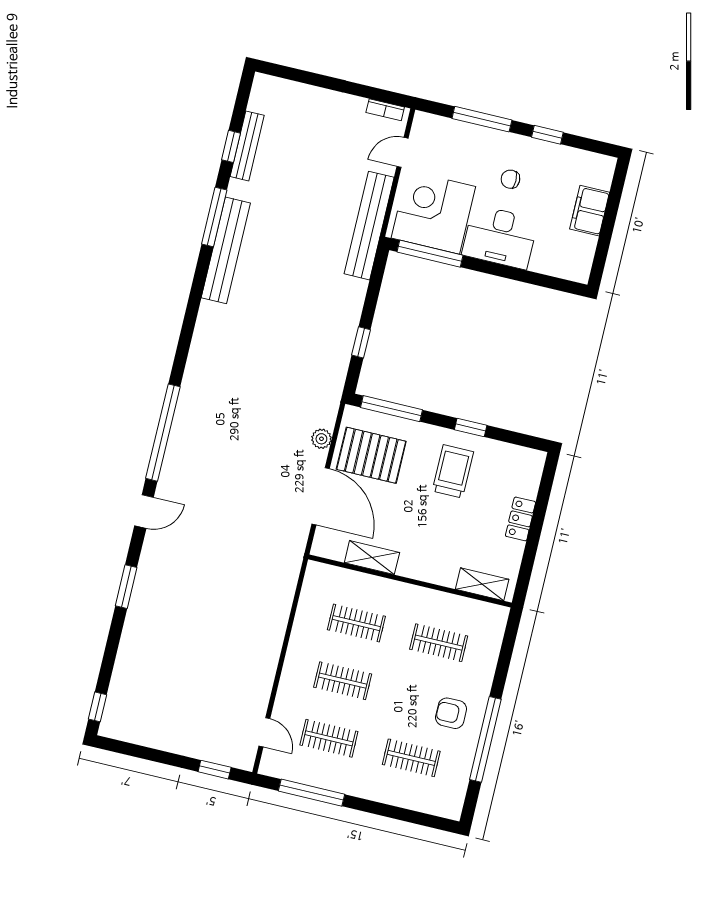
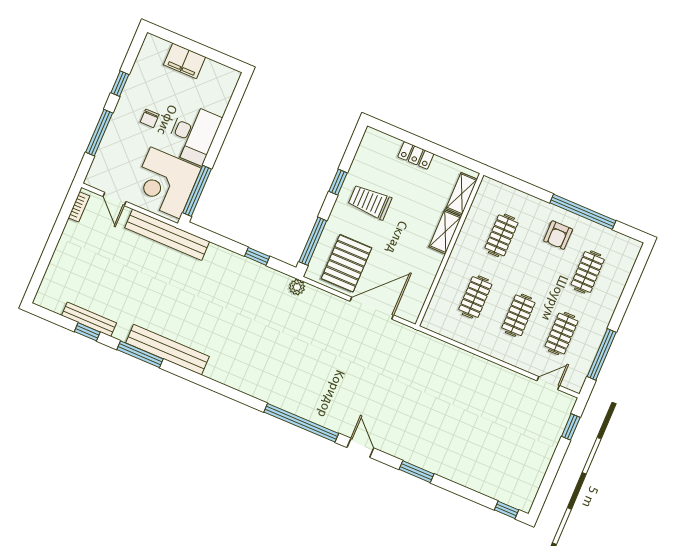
plant: (321, 439) -> (297, 287), moved
shelving: (372, 558) -> (445, 232), moved

